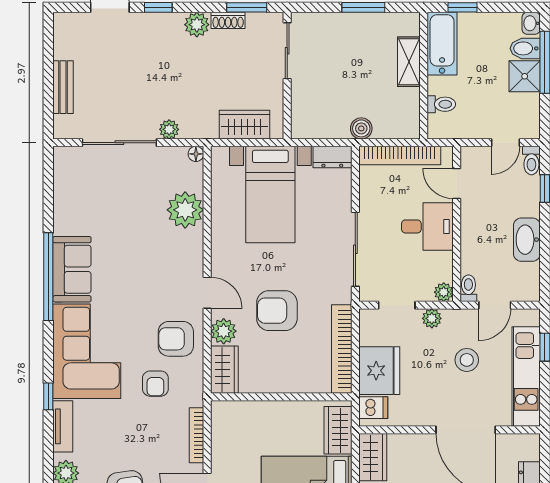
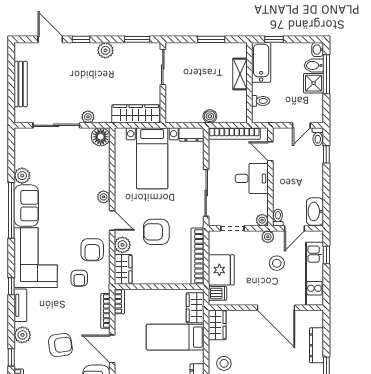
shoe rack: (228, 20) -> (125, 48), removed
bench: (63, 87) -> (21, 84), width x1.36
wardrobe: (245, 125) -> (136, 114), width x1.50
floor lamp: (196, 154) -> (101, 137), width x1.89, depth x1.89
plant: (185, 210) -> (104, 197), moved, width x0.53, depth x0.53
plant: (66, 222) -> (22, 176), added
washbasin: (527, 240) -> (315, 212), moved
plant: (432, 318) -> (268, 237), moved
armchair: (176, 339) -> (92, 250), turned -90
bookcase: (219, 420) -> (119, 301), added

